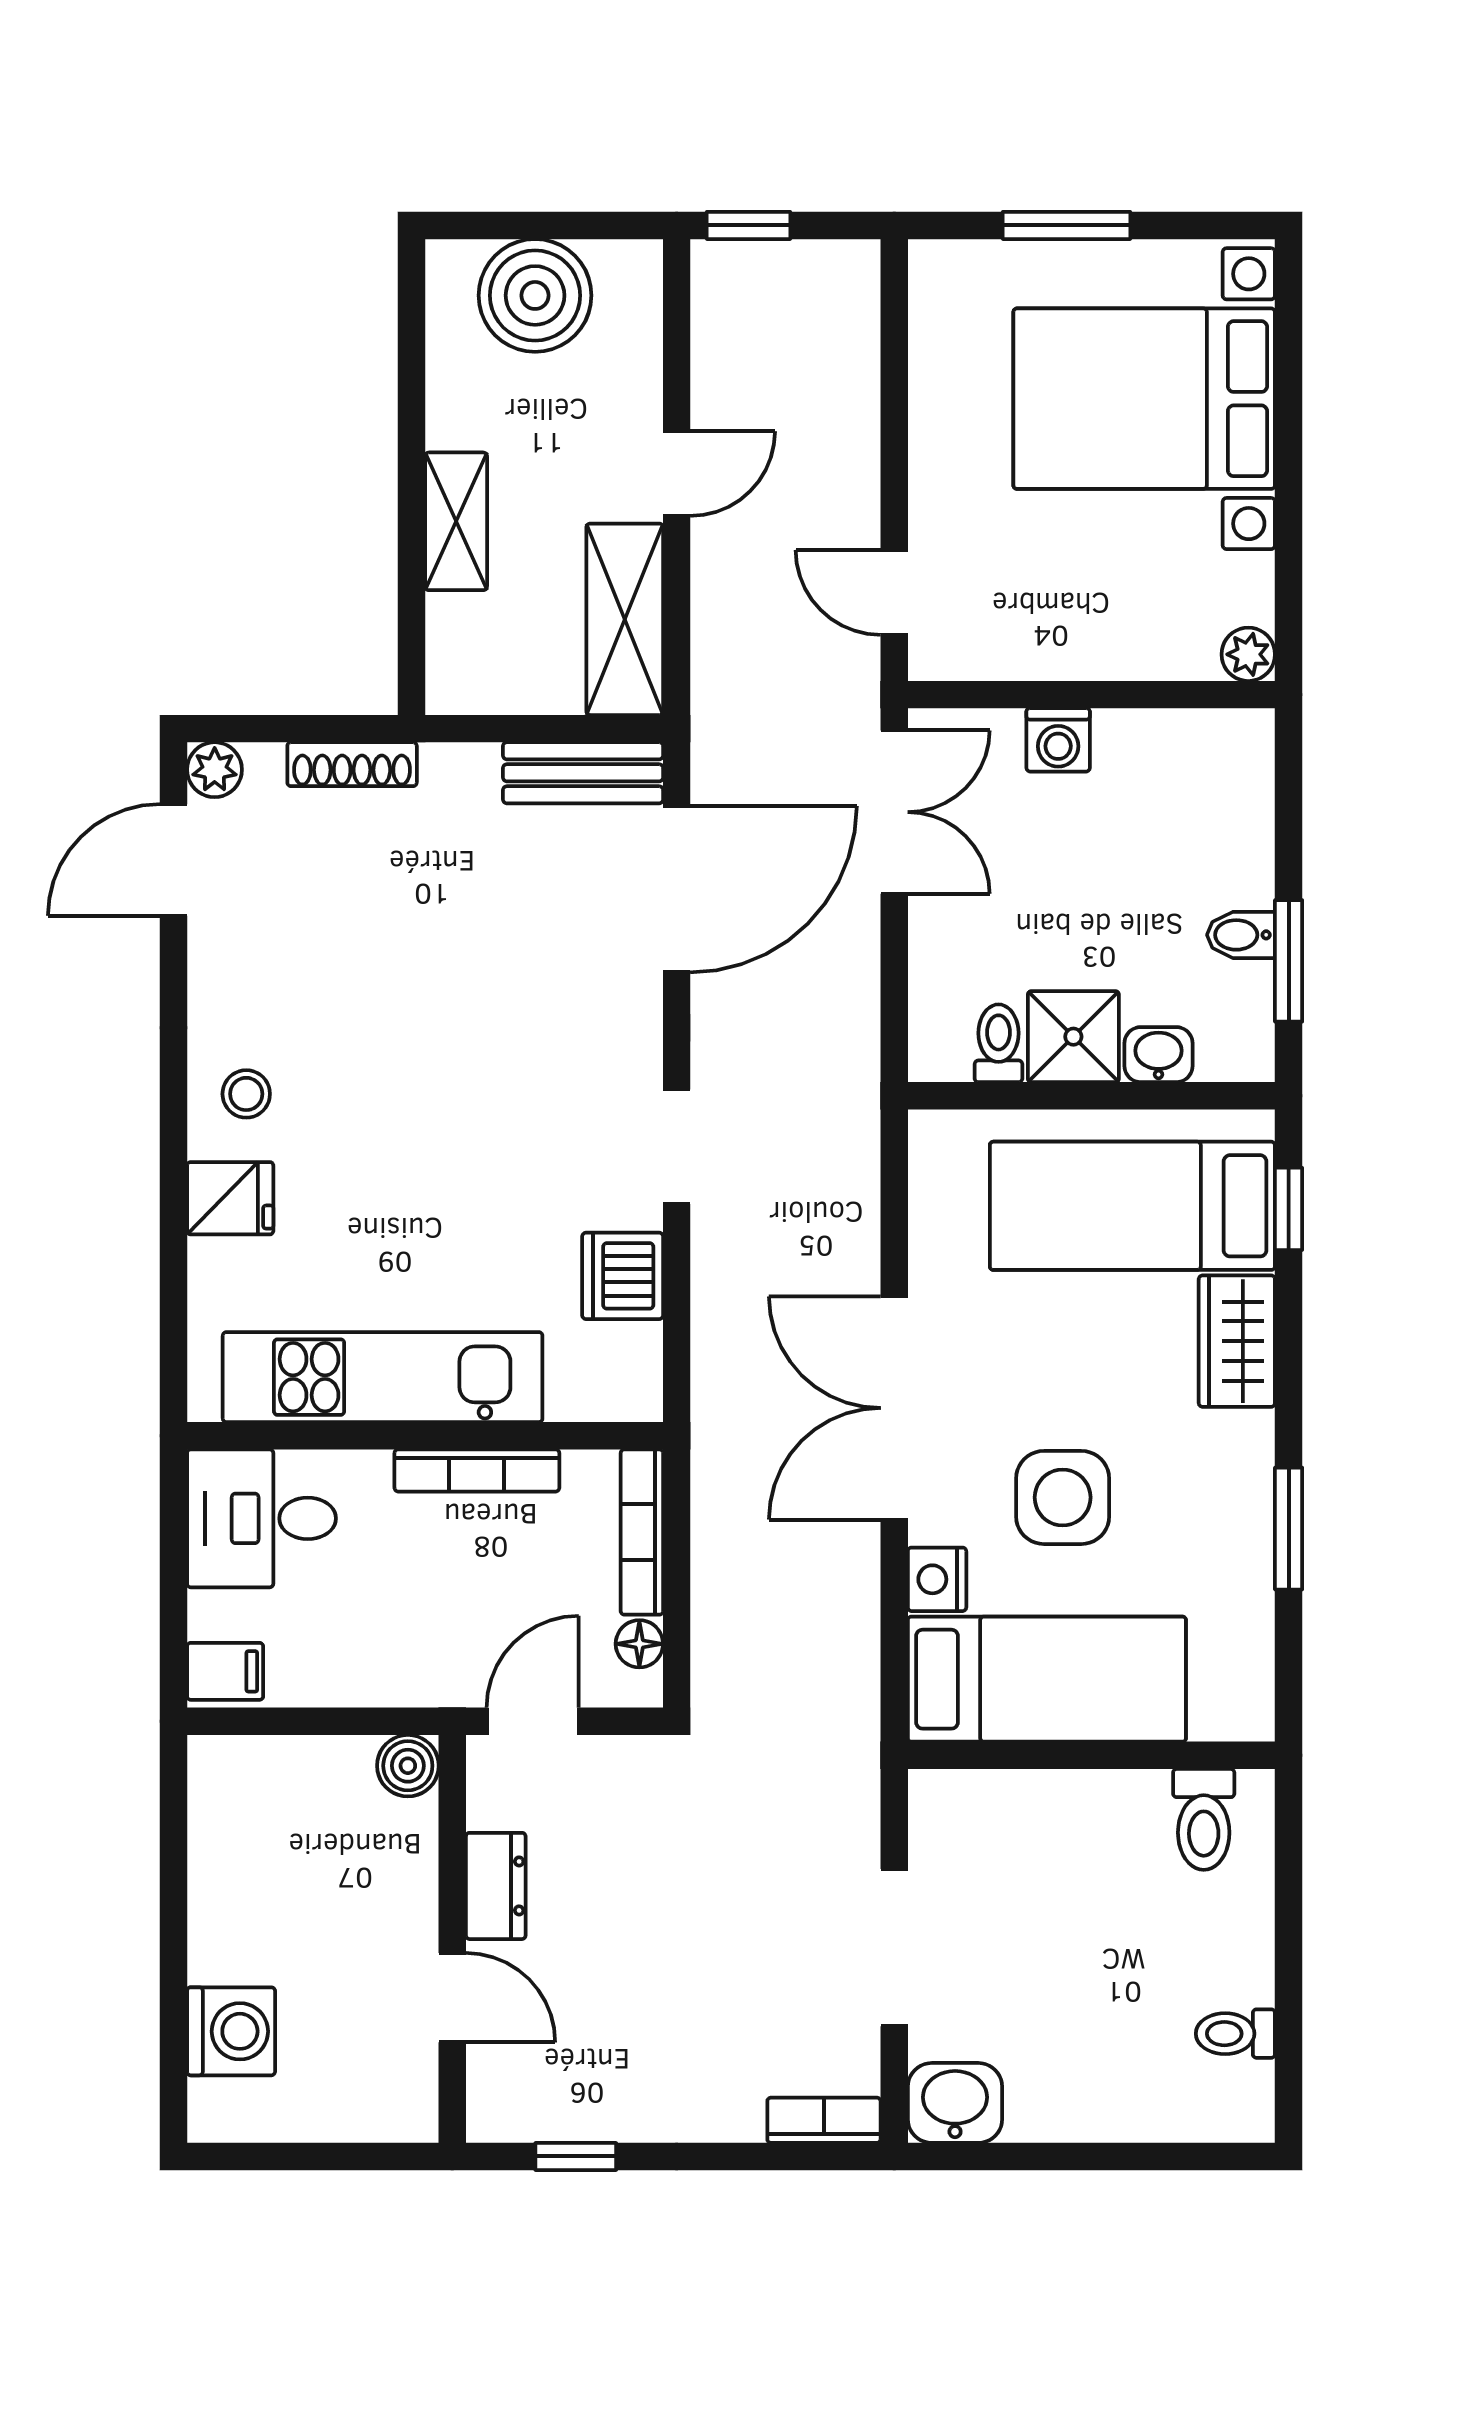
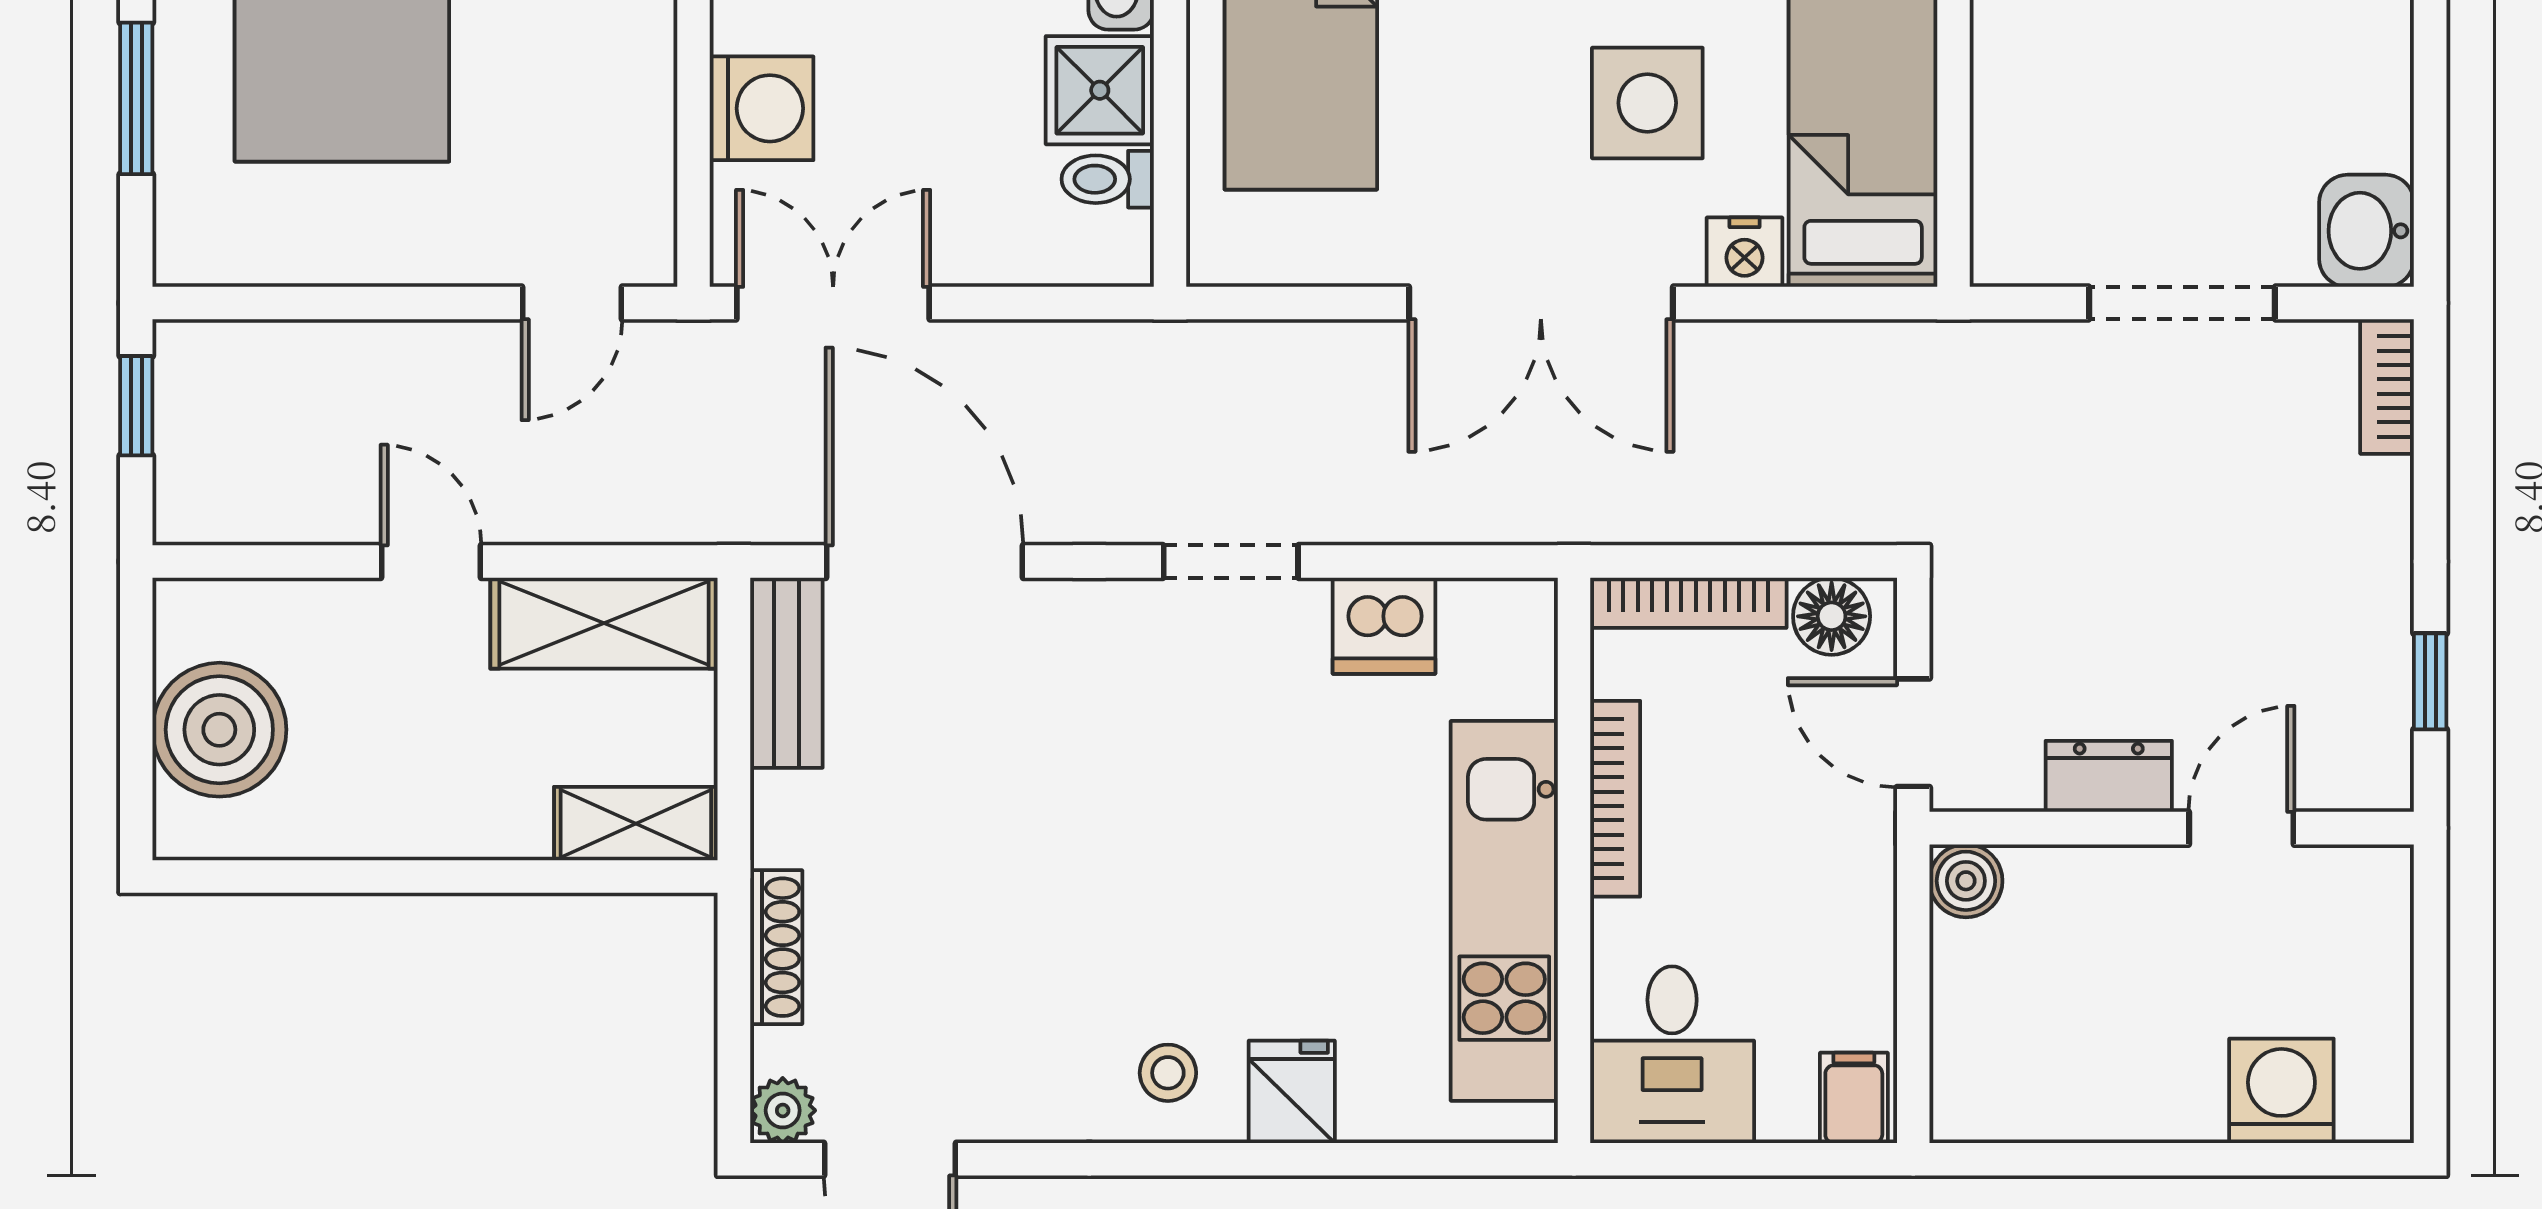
window: (748, 225) -> (136, 406), moved
shelving: (456, 521) -> (636, 824), moved
washing machine: (1058, 740) -> (762, 108), width x1.38, depth x1.38
floor lamp: (639, 1644) -> (1832, 616), width x1.37, depth x1.37

